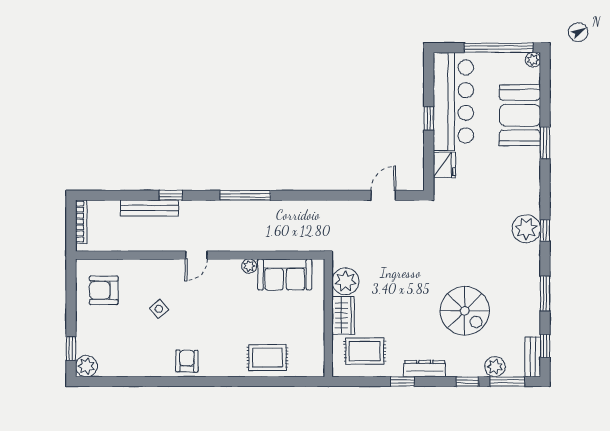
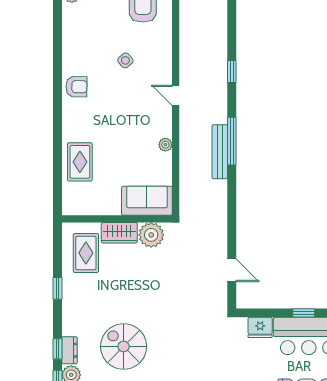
bench: (149, 208) -> (220, 152), moved
sofa: (285, 274) -> (147, 201), moved, turned 90
spiral stairs: (465, 311) -> (124, 346), turned 90
dresser: (425, 369) -> (69, 350), moved, width x0.70

